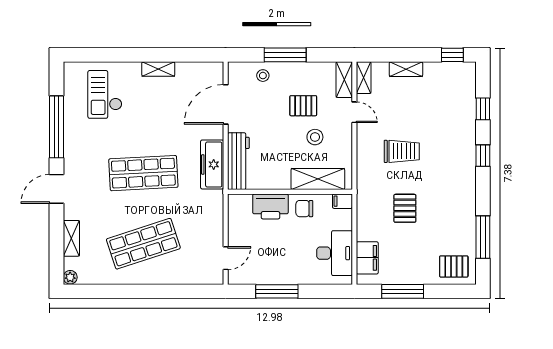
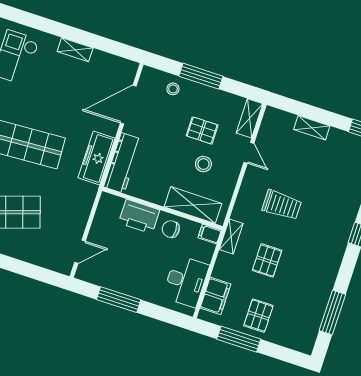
shelving: (364, 78) -> (231, 236), moved
pallet: (454, 266) -> (258, 316), moved, turned 90

